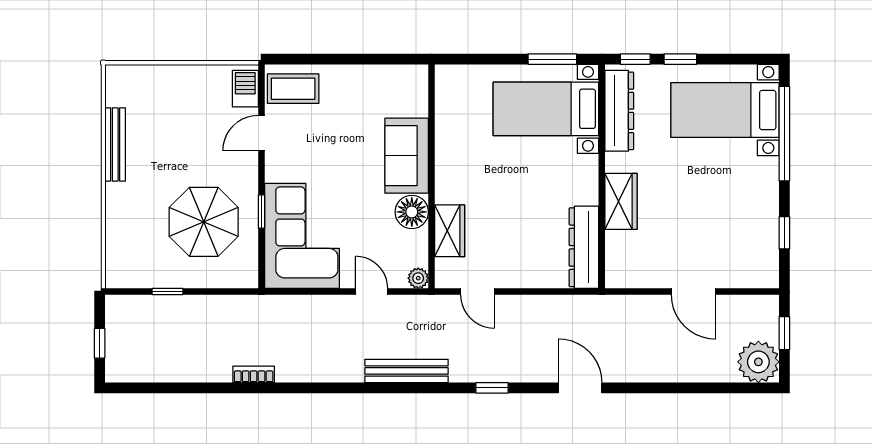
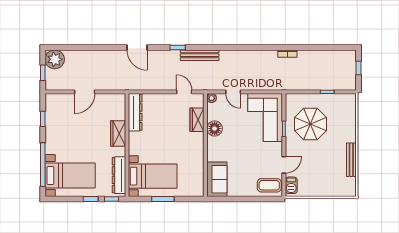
window: (552, 59) -> (163, 199), moved
sofa: (407, 156) -> (217, 179), moved
door: (694, 292) -> (85, 92), swing flipped
bench: (406, 371) -> (200, 55), moved

